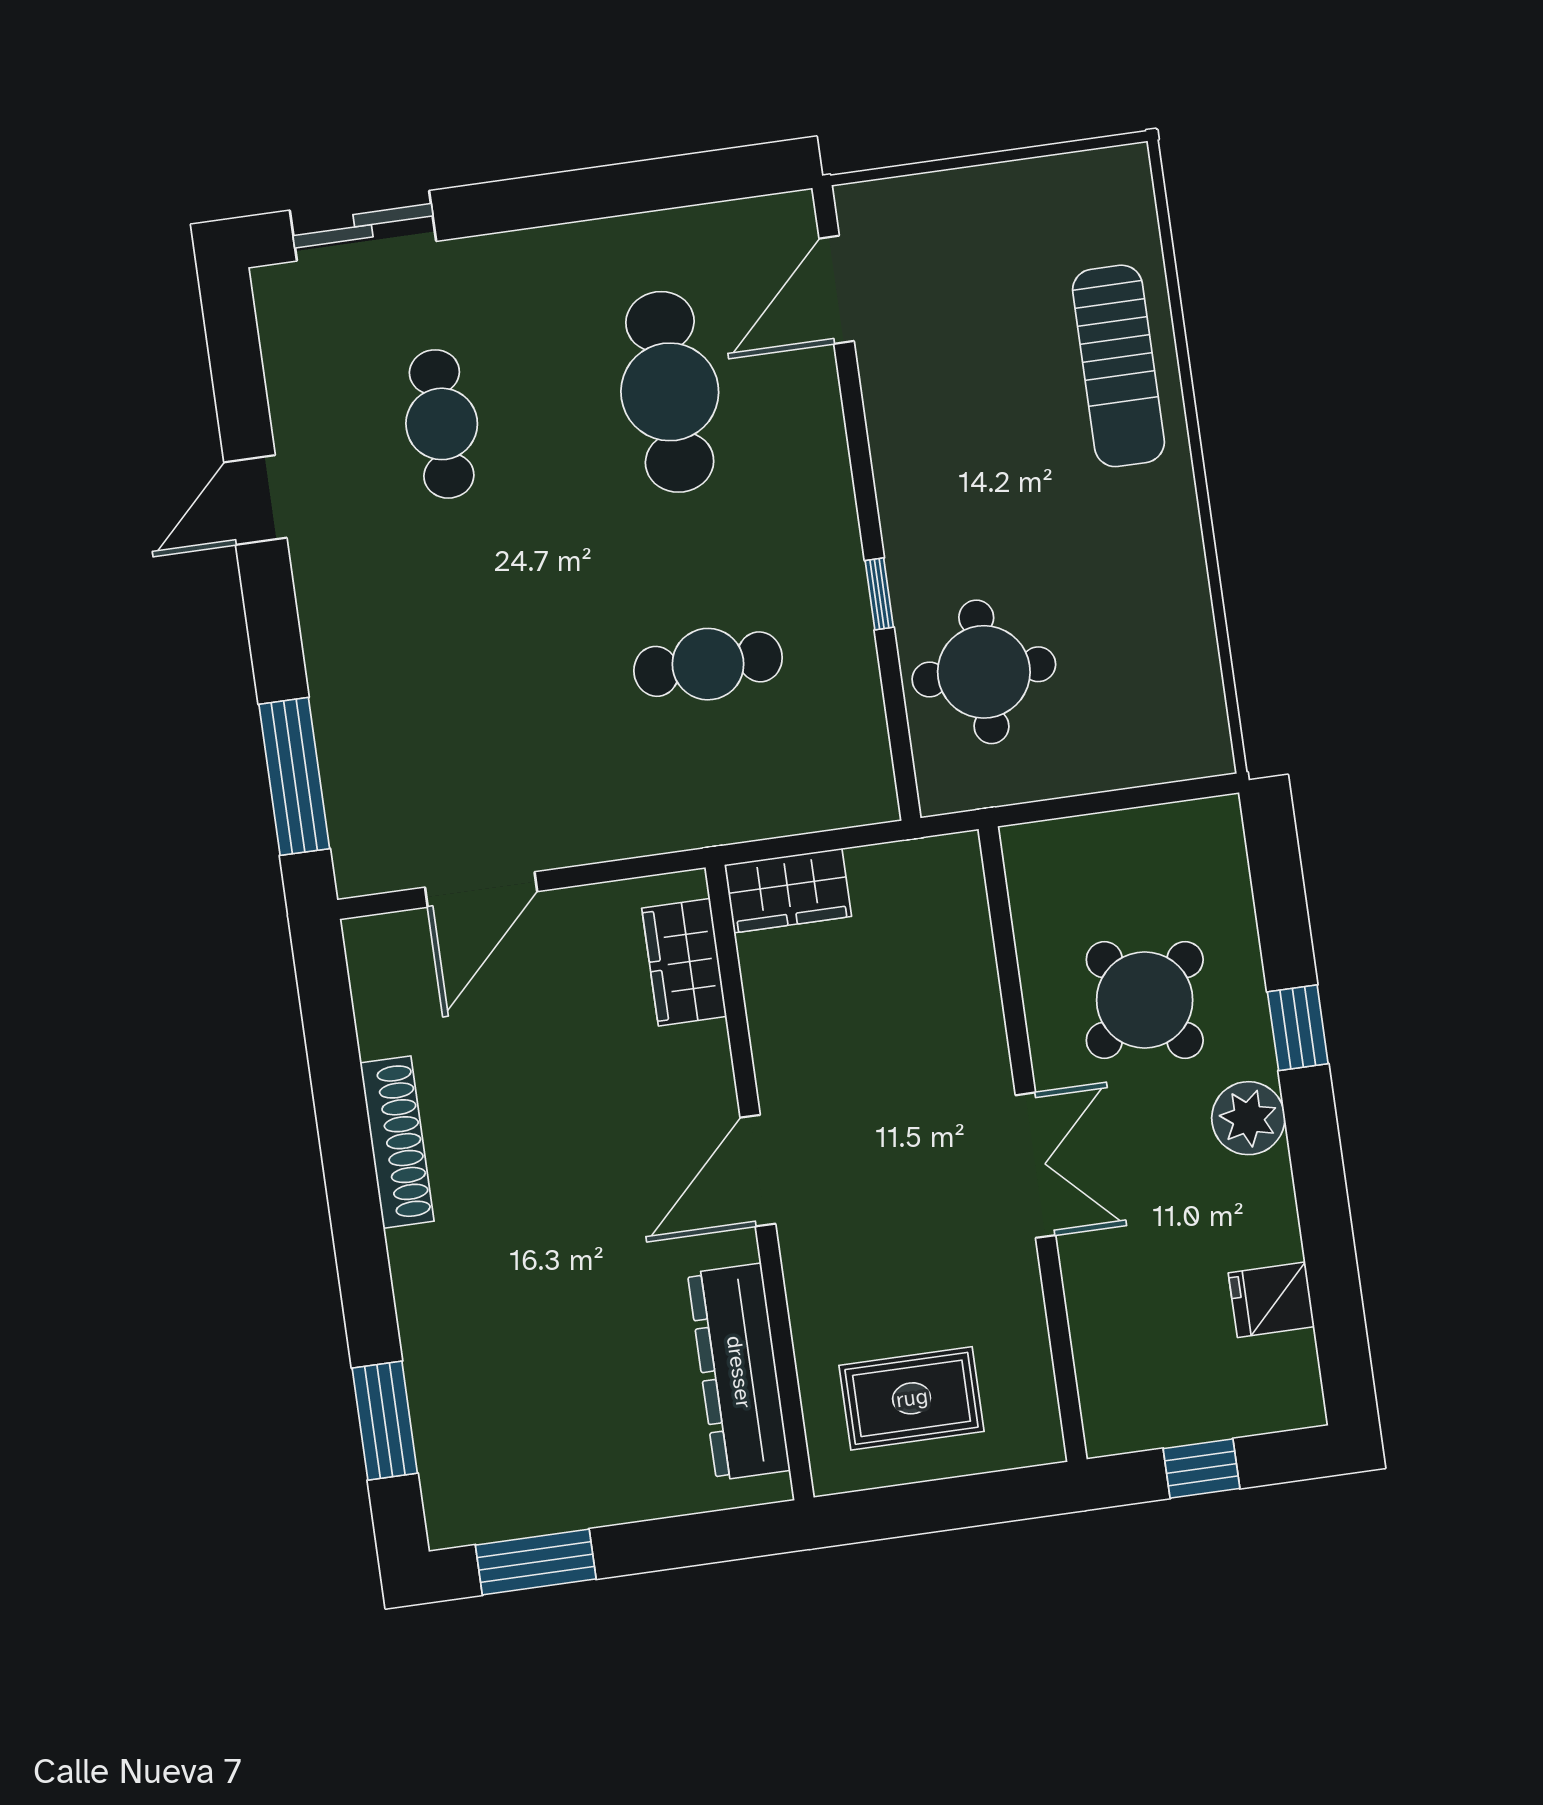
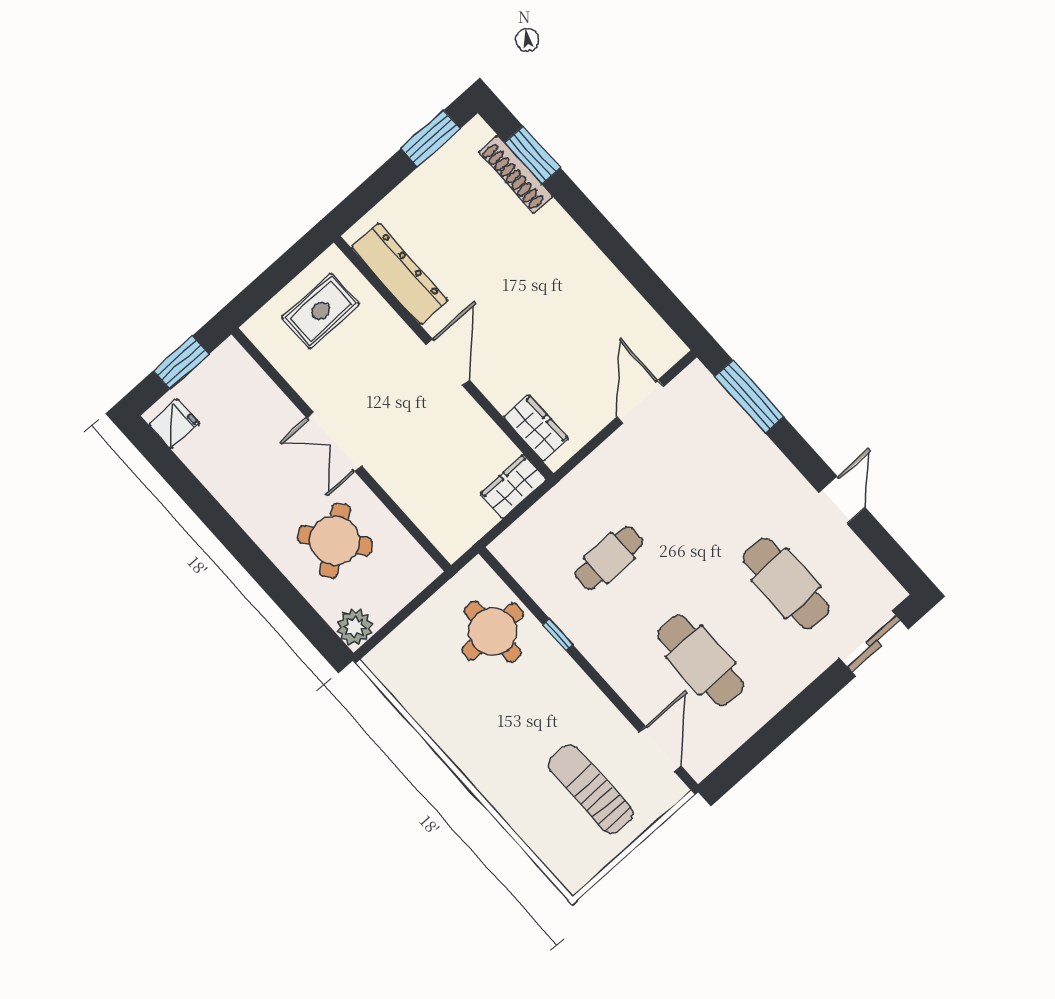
sun lounger: (1118, 366) -> (591, 789), moved
cafe table: (442, 424) -> (786, 583), width x1.37, depth x1.35
window: (1298, 1028) -> (264, 572), removed
plant: (1248, 1118) -> (355, 627), moved
shoe rack: (397, 1142) -> (516, 174), moved
fridge: (1271, 1300) -> (174, 424), moved
window: (1202, 1468) -> (181, 362), width x1.50

